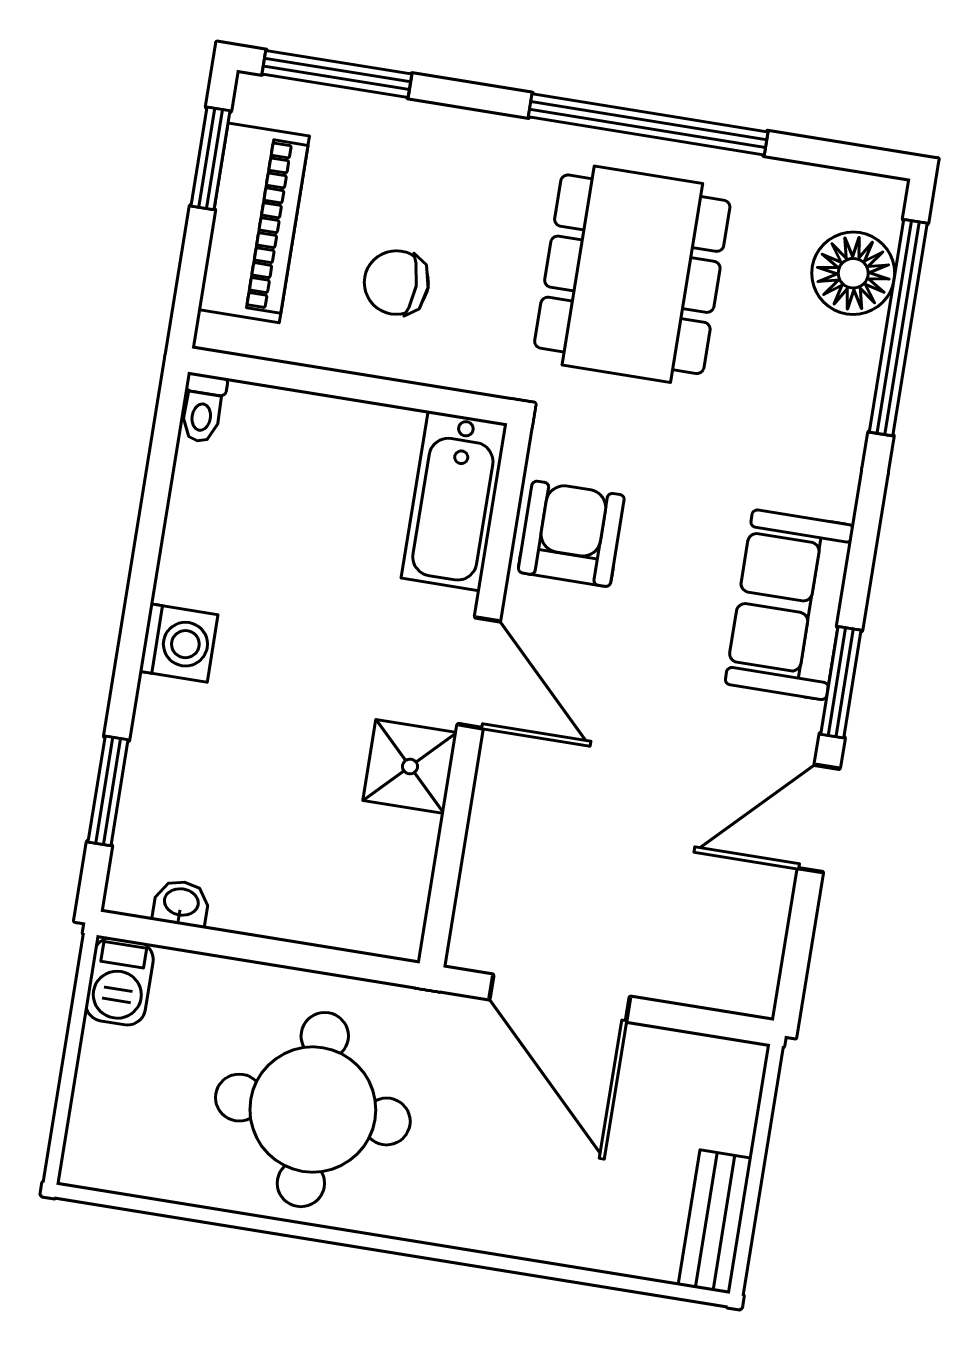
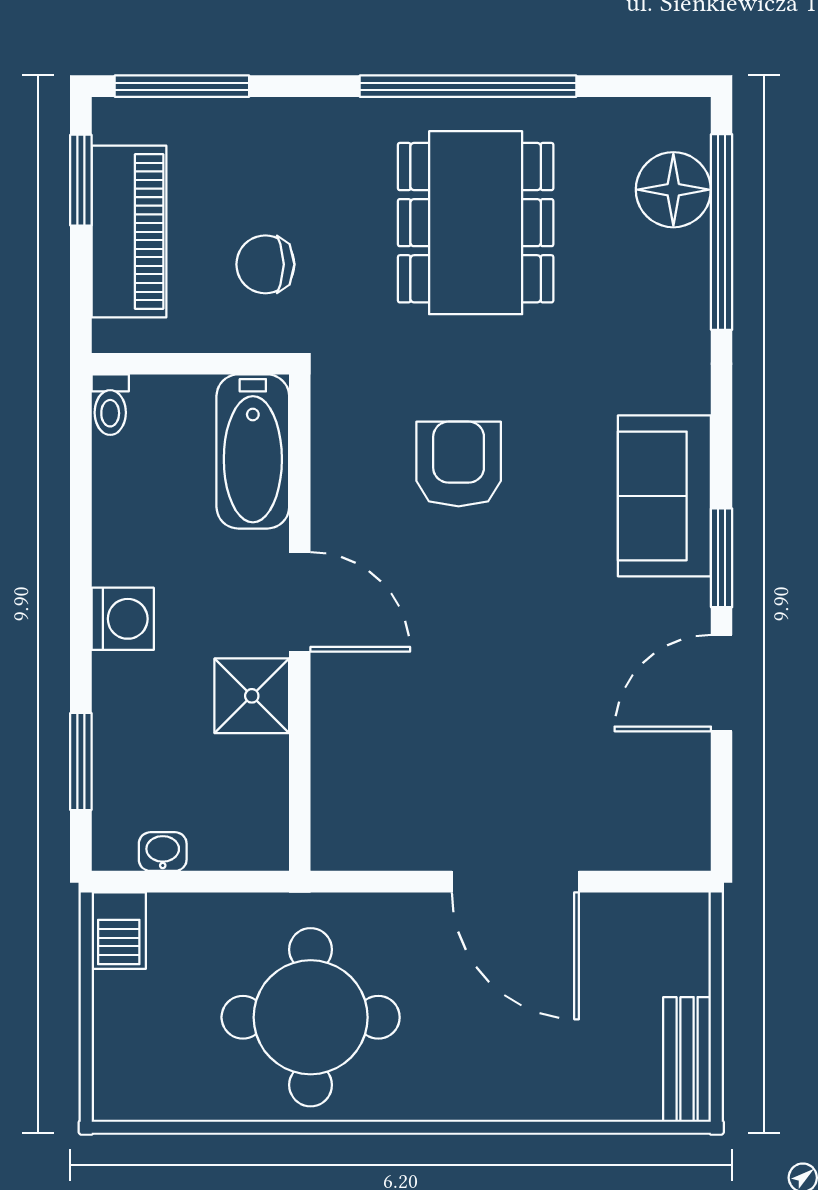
bathtub: (454, 501) -> (253, 451), moved
door: (479, 673) -> (300, 602), moved
wall: (475, 695) -> (300, 623), moved
shower: (410, 766) -> (252, 696), moved

